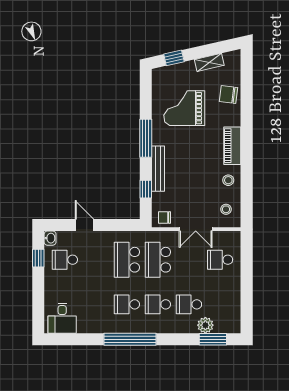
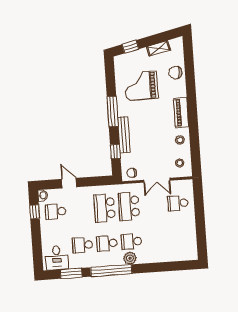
school desk: (189, 304) -> (83, 245), moved
plant: (205, 325) -> (130, 258), moved
window: (213, 339) -> (71, 273), moved

